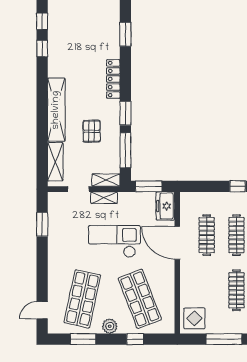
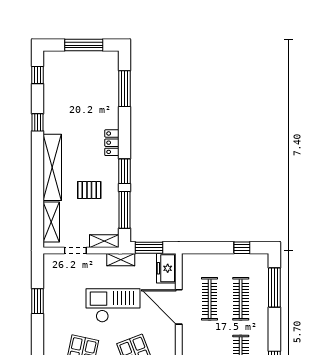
window: (125, 34) -> (125, 89), width x1.44
window: (42, 48) -> (37, 122), moved
locker: (113, 79) -> (112, 143), width x0.66
pallet: (92, 131) -> (89, 190), turned 90
shelving: (104, 198) -> (121, 260), moved
window: (42, 224) -> (37, 301), moved

